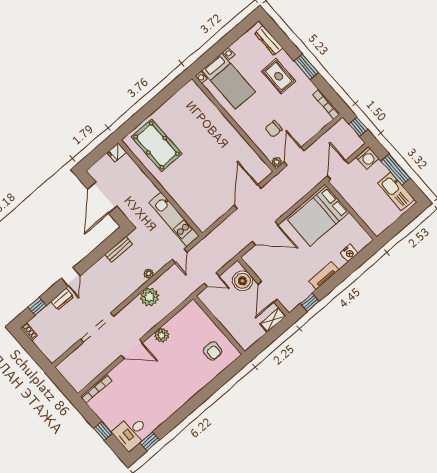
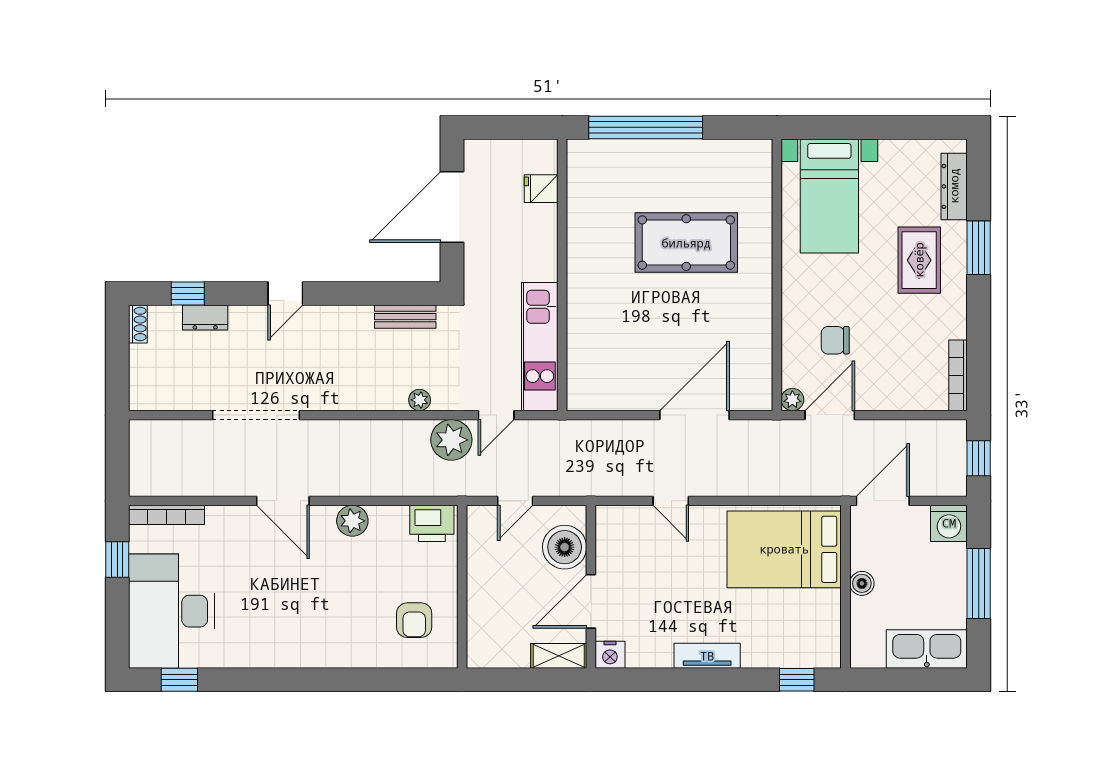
window: (306, 67) -> (979, 248), moved
window: (145, 112) -> (646, 127), added
pool table: (157, 145) -> (686, 243), moved, turned 90
fridge: (117, 152) -> (541, 189), moved
kitchen sink: (396, 191) -> (927, 649), moved, turned 90
boiler: (355, 204) -> (862, 583), added
door: (265, 233) -> (671, 501), width x0.53
nightstand: (349, 253) -> (610, 655), moved
door: (212, 280) -> (515, 501), hinge flipped
plant: (149, 297) -> (451, 440), moved
dresser: (62, 299) -> (205, 318), moved
window: (310, 302) -> (797, 680), moved
printer: (190, 312) -> (432, 523), added
window: (103, 431) -> (117, 559), moved
desk: (131, 432) -> (171, 611), width x1.87, depth x1.30

